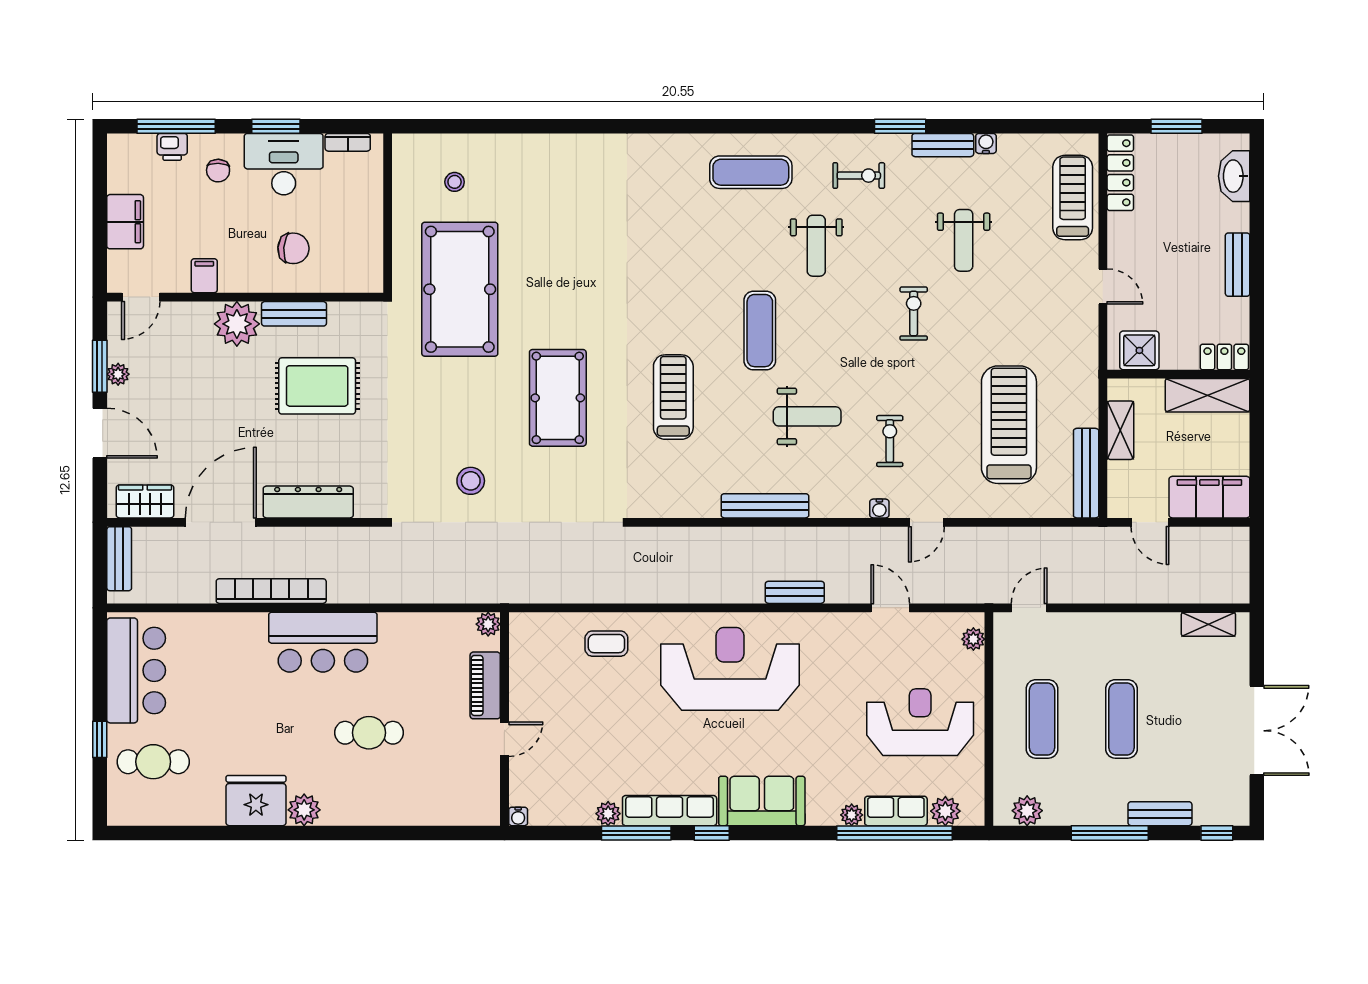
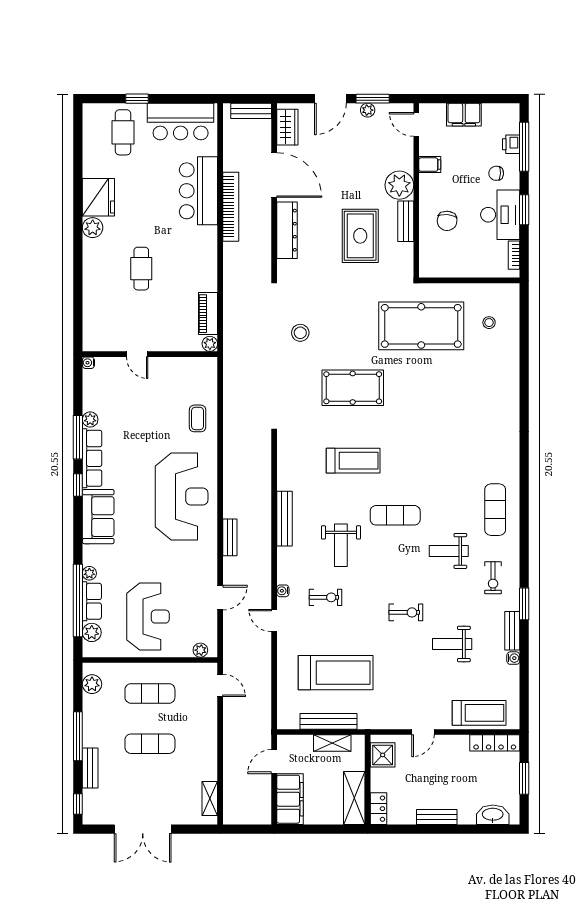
bench: (1086, 473) -> (329, 721), moved
bar counter: (323, 642) -> (198, 191), moved
piano: (485, 685) -> (208, 314), moved, turned -90

